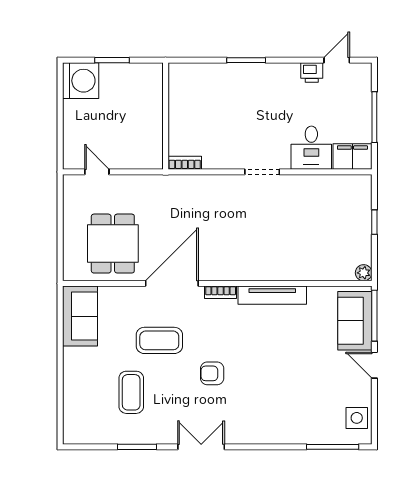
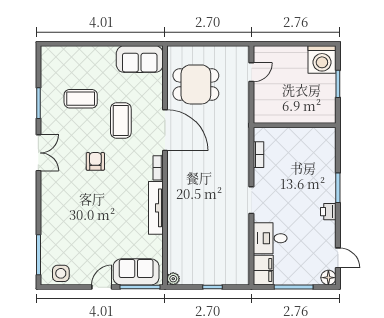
floor lamp: (362, 72) -> (328, 278), added
printer: (312, 73) -> (328, 212), moved
bookcase: (185, 163) -> (258, 155), moved

